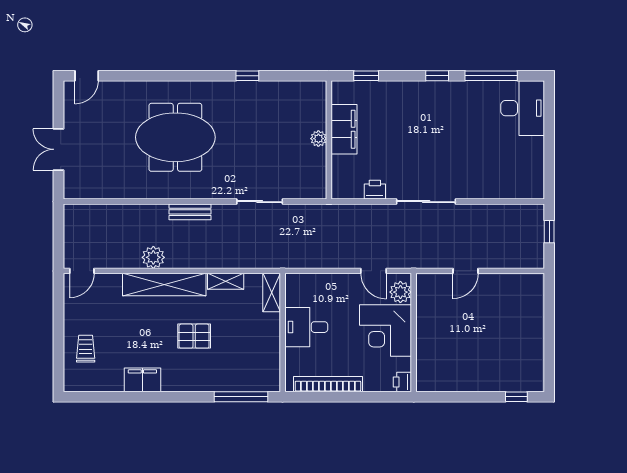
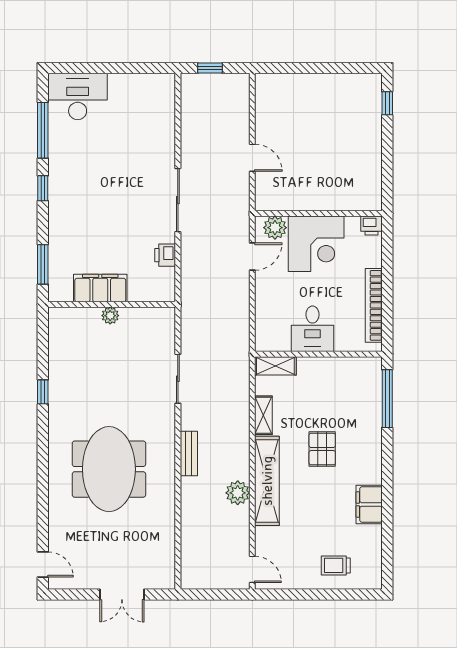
window: (366, 76) -> (43, 264), width x1.50

